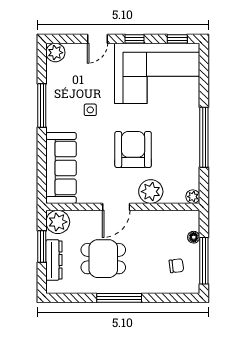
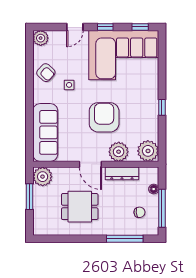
armchair: (62, 95) -> (46, 73), added
window: (42, 105) -> (29, 81), removed
window: (204, 137) -> (162, 107), width x0.32
plant: (193, 197) -> (148, 151), width x1.88, depth x1.88
door: (116, 207) -> (90, 164), hinge flipped
dresser: (54, 260) -> (122, 173), moved, turned 90
window: (119, 298) -> (125, 239), moved

